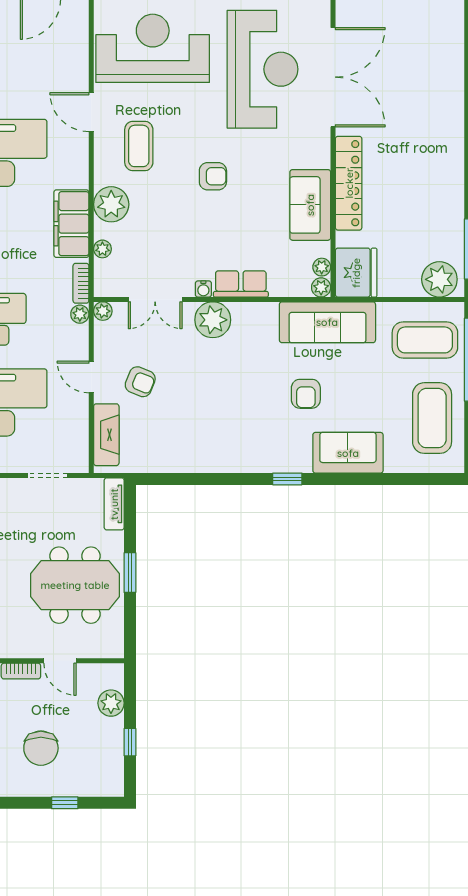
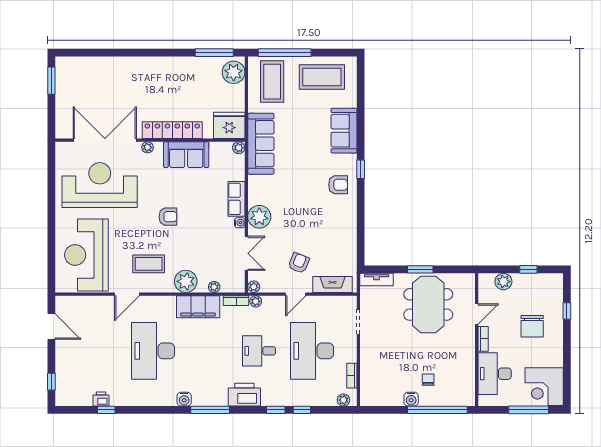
armchair: (213, 176) -> (168, 217), turned 90
plant: (322, 267) -> (147, 147), moved
armchair: (306, 394) -> (338, 185), moved
chair: (41, 748) -> (532, 326), turned 90

